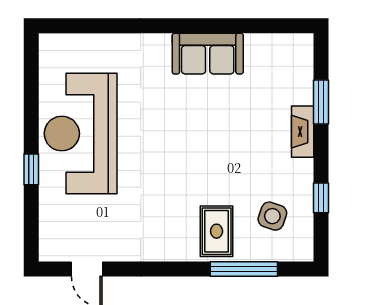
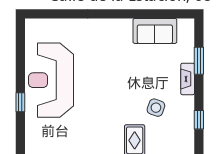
sofa: (208, 54) -> (155, 31), moved
side table: (272, 216) -> (156, 108), moved

